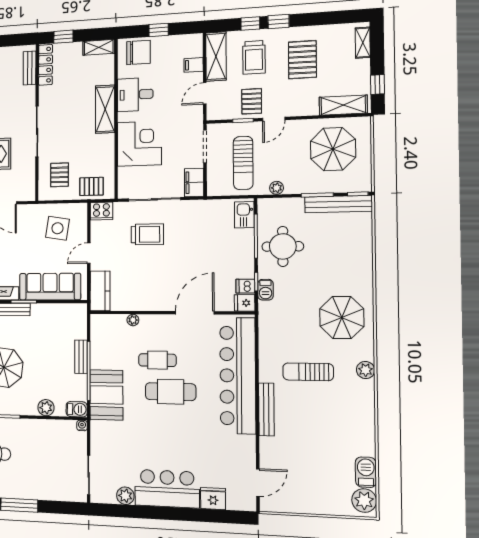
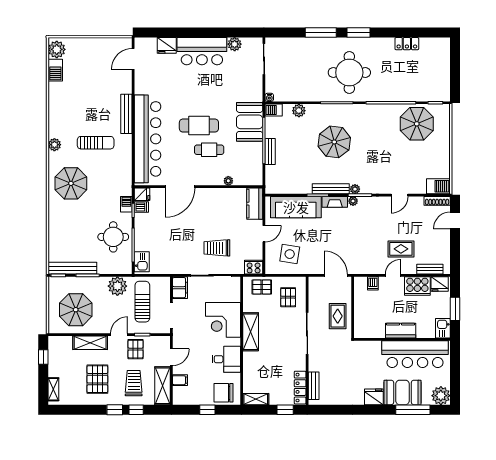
shelving: (343, 105) -> (90, 343), moved
shelving: (105, 109) -> (251, 332), moved
plant: (277, 188) -> (117, 286), width x1.87, depth x1.87

